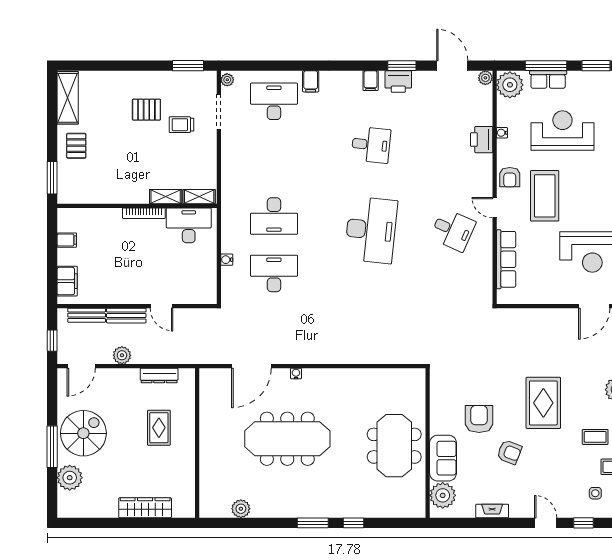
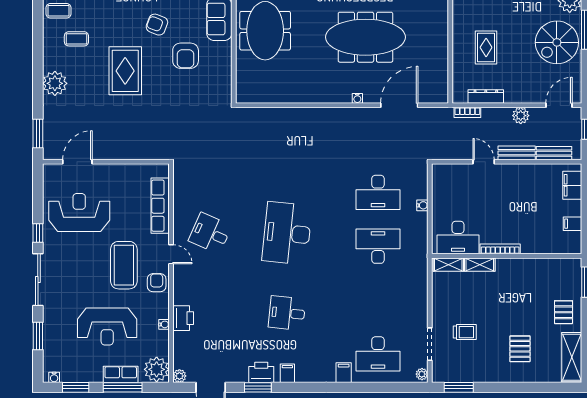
pallet: (146, 110) -> (520, 349), moved, turned 90
bookcase: (179, 359) -> (467, 112), added

